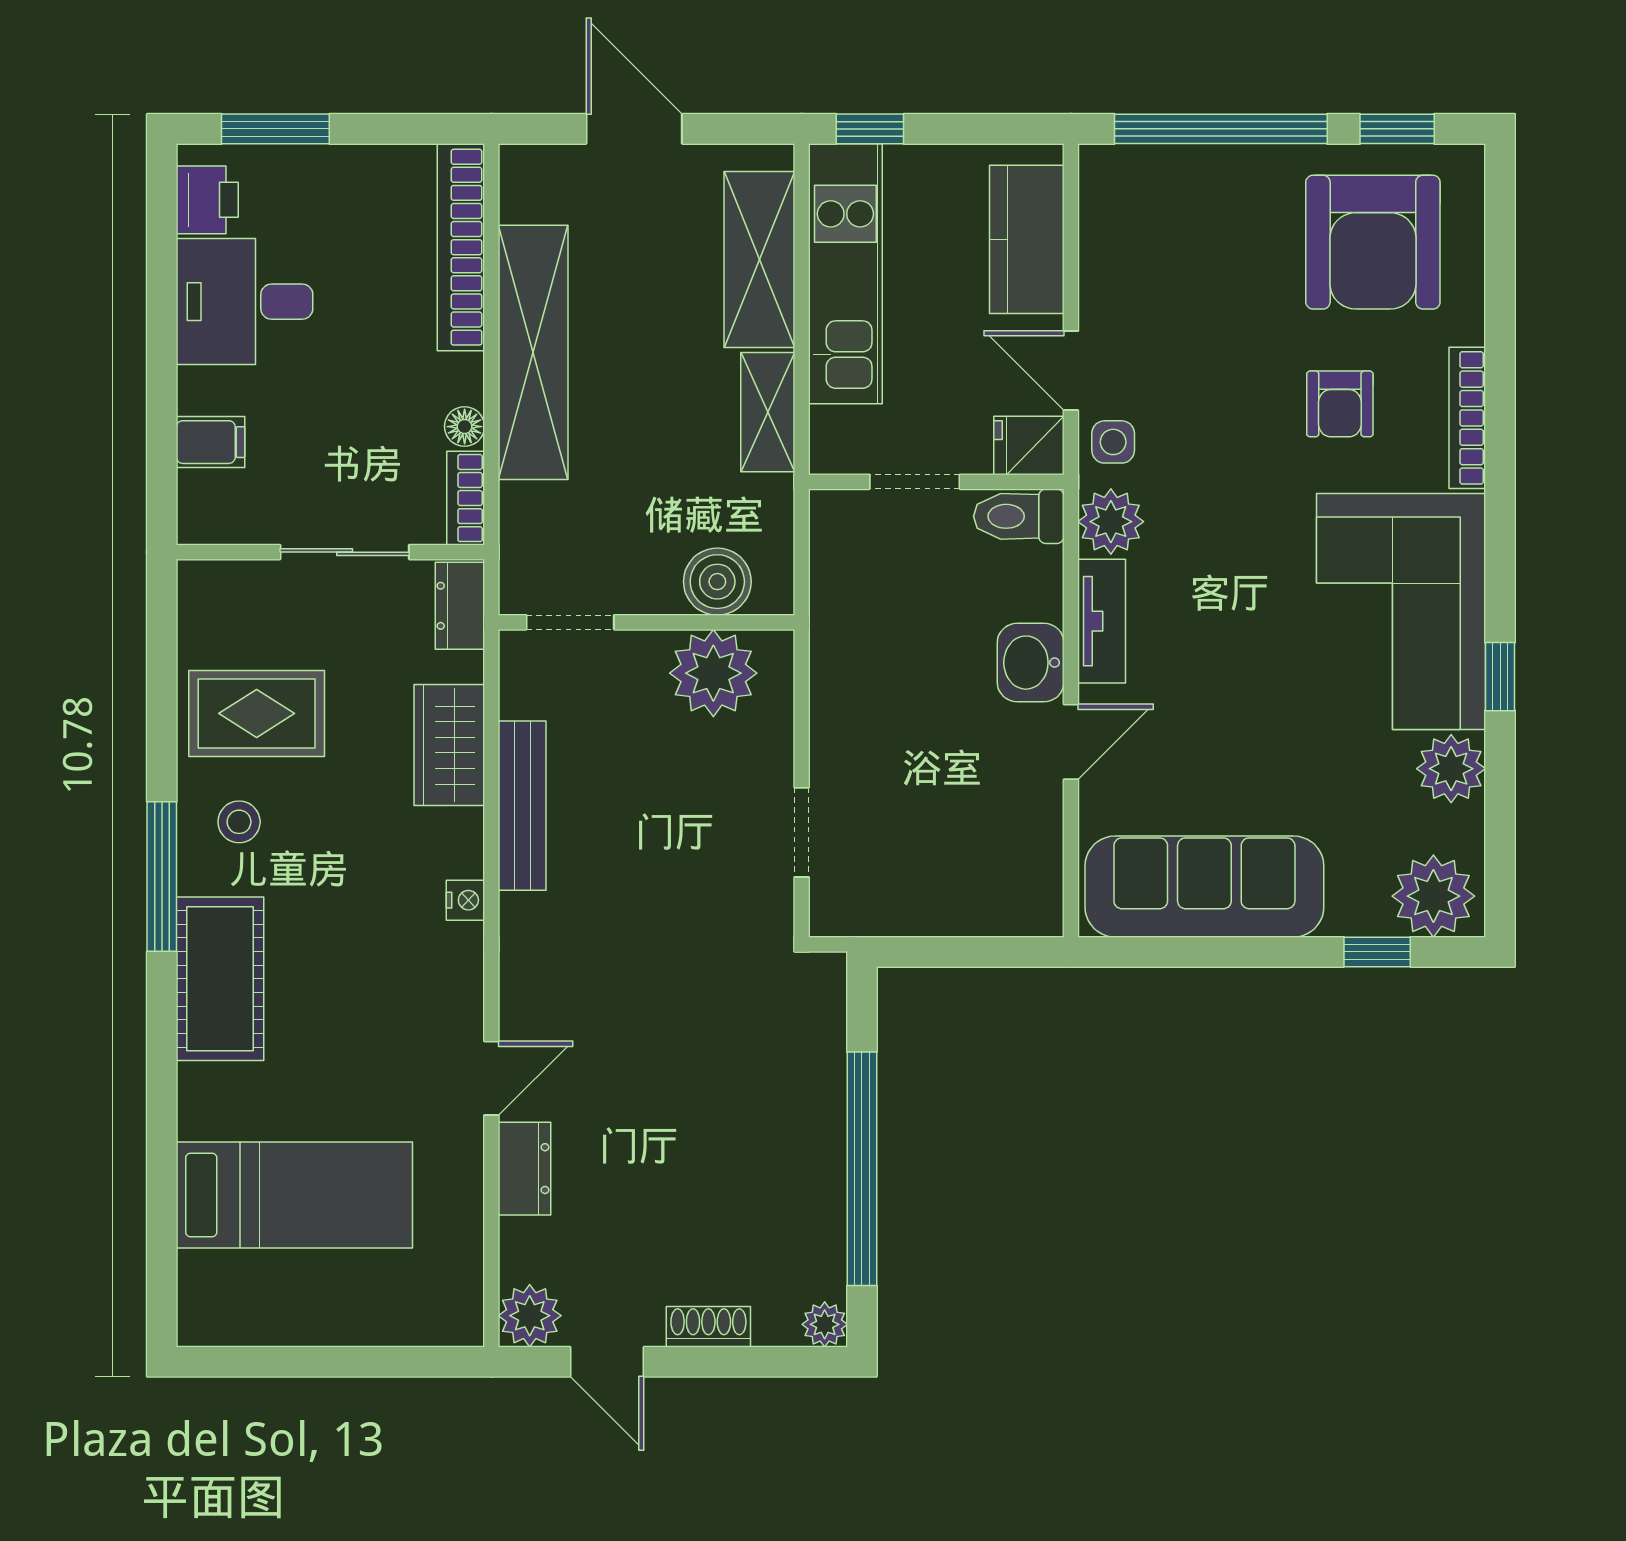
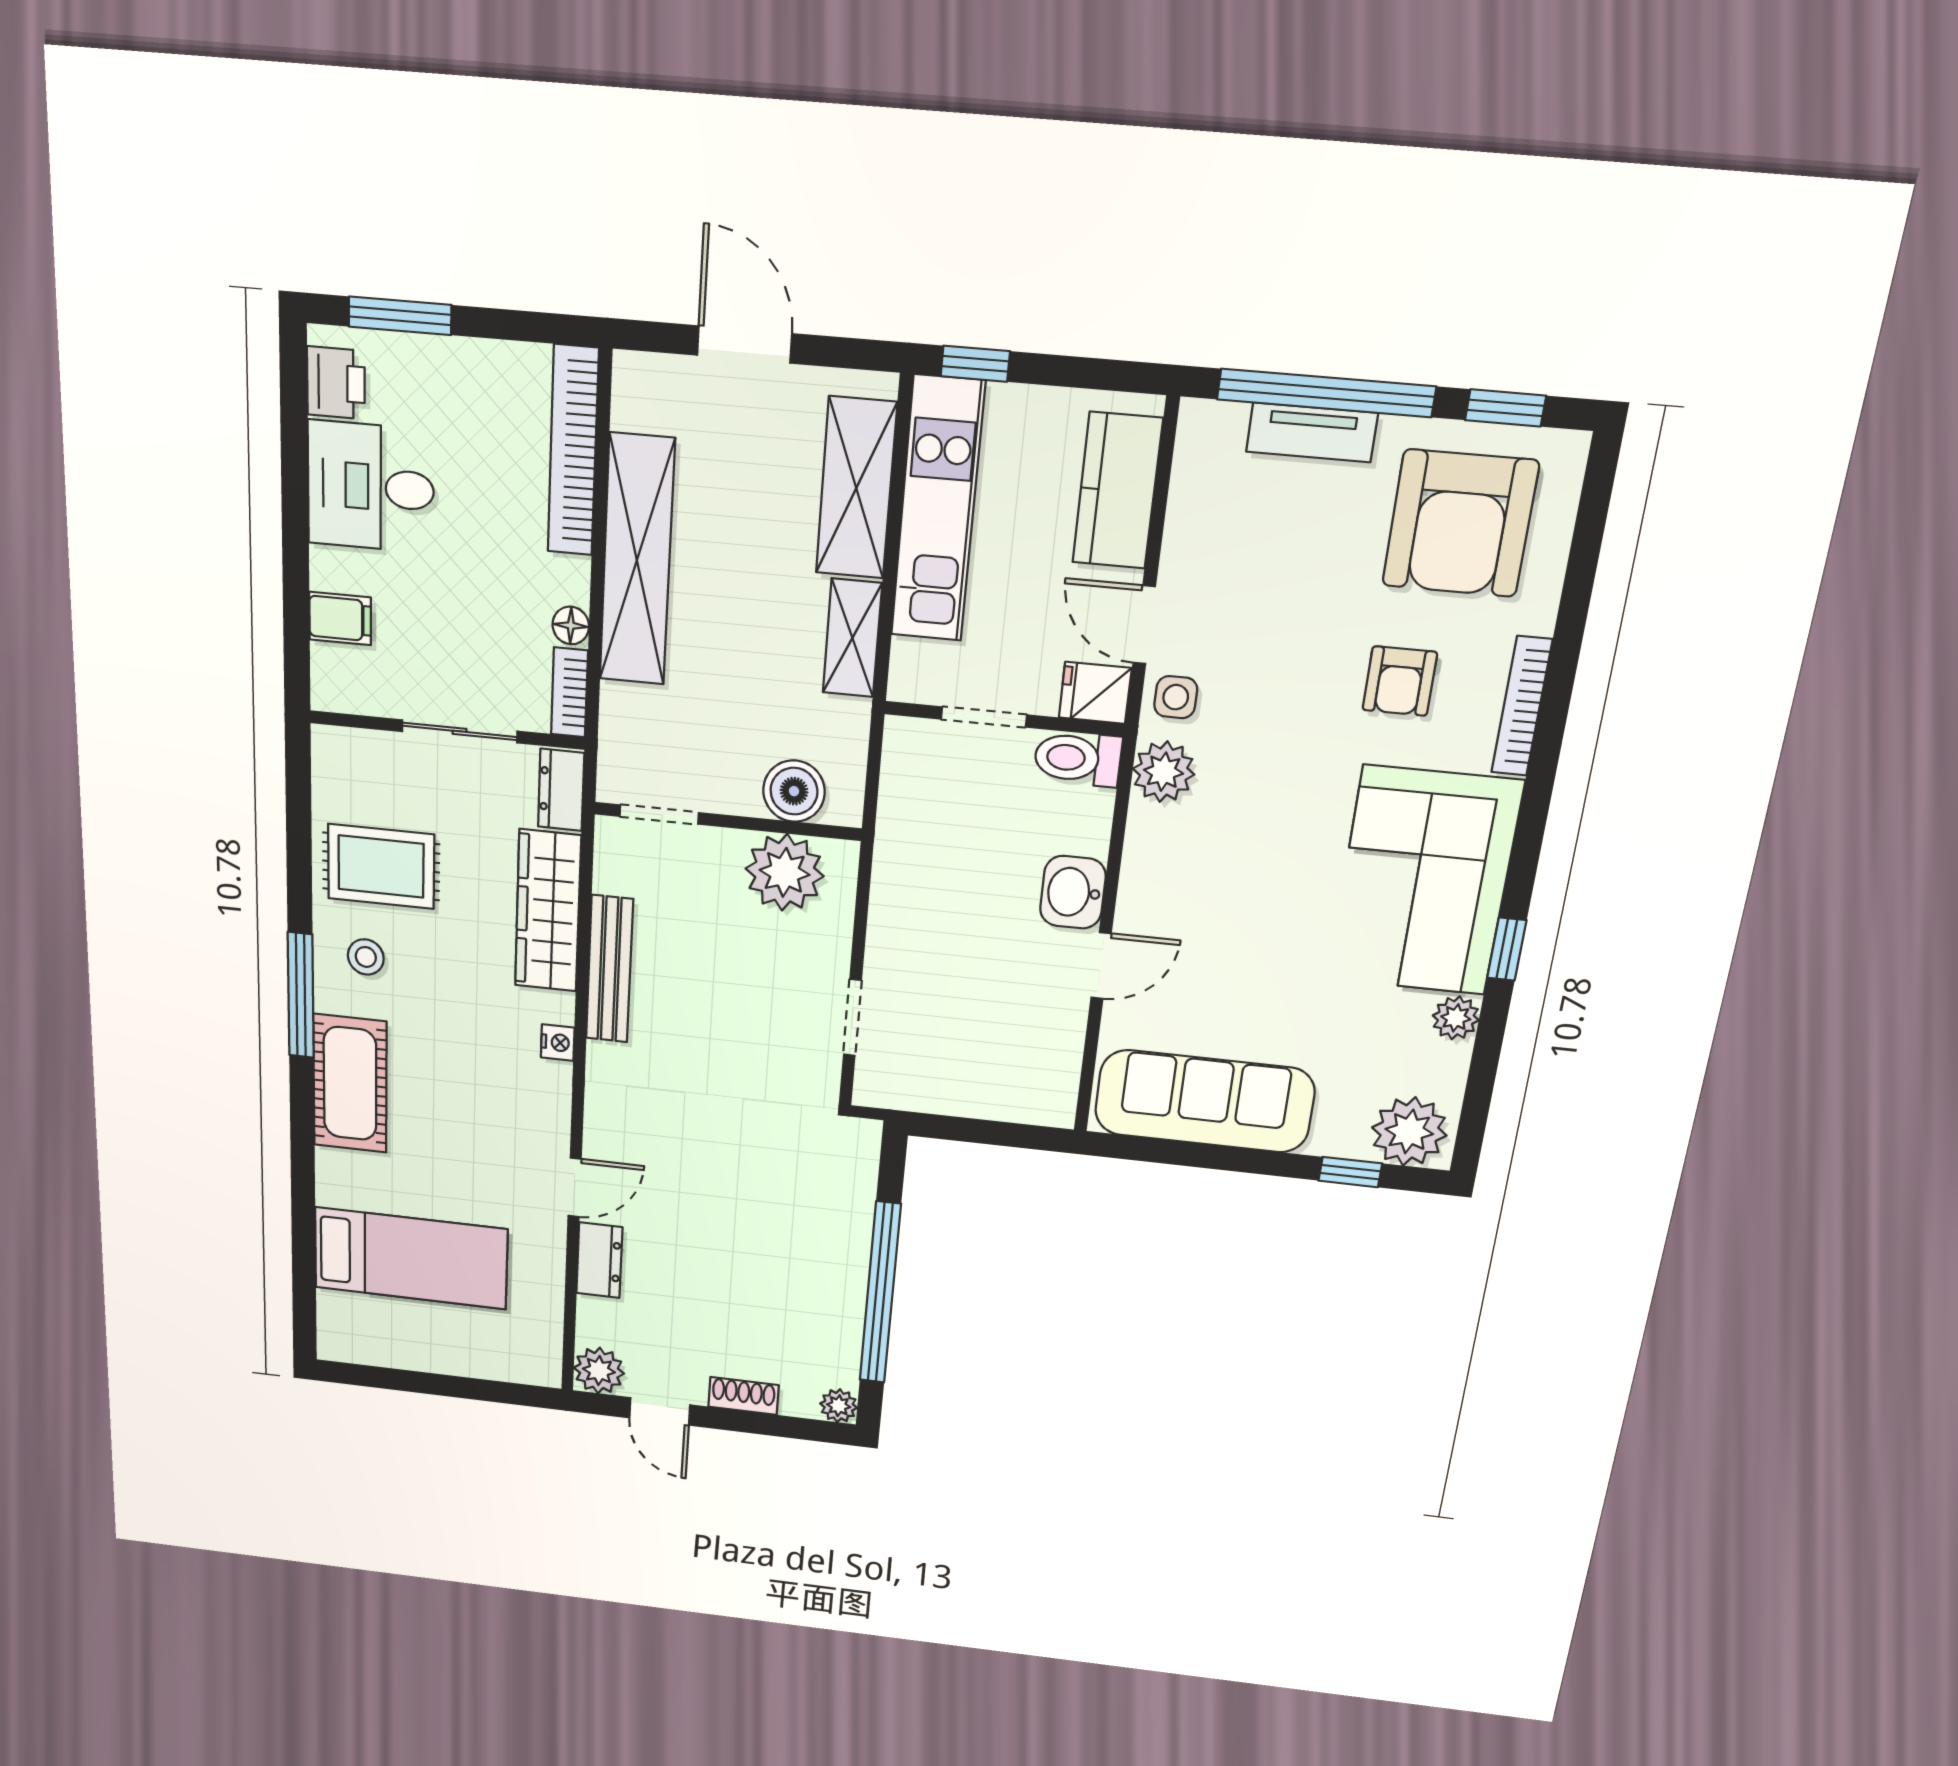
tv unit: (1102, 621) -> (1312, 432), moved, turned 90
wardrobe: (449, 745) -> (548, 911), width x1.50
plant: (1451, 769) -> (1456, 1018), width x0.73, depth x0.73

